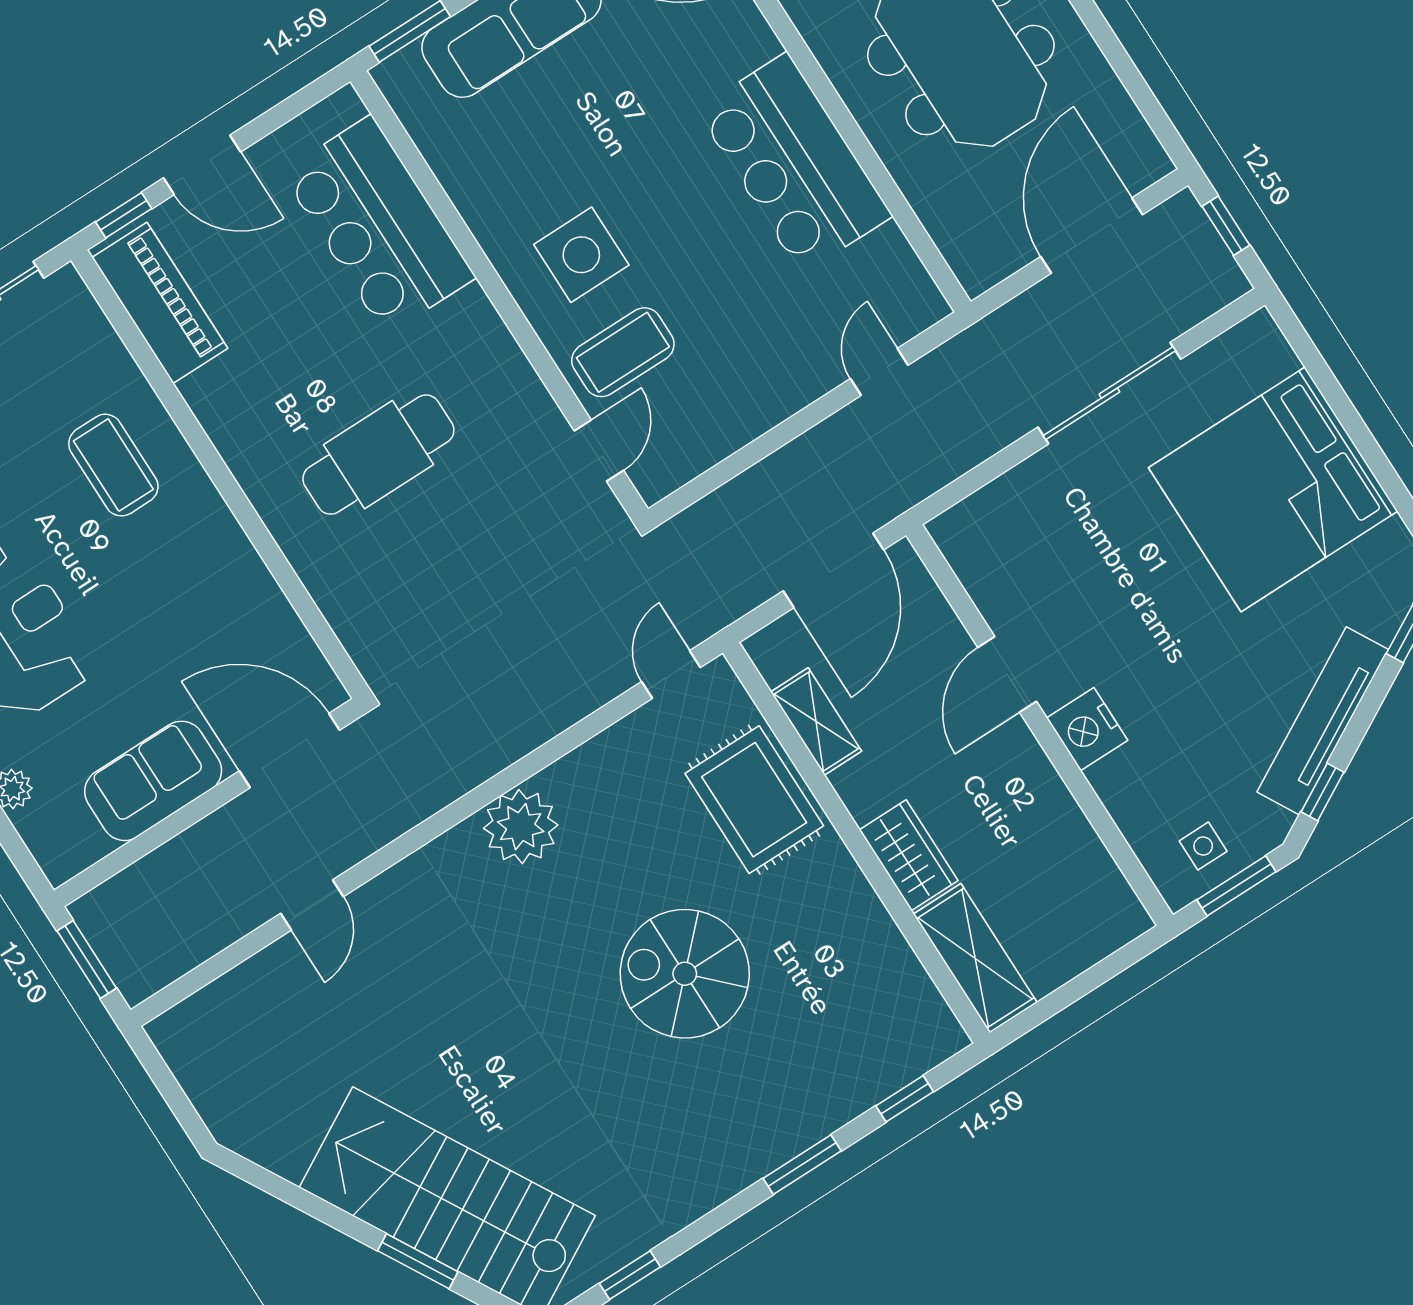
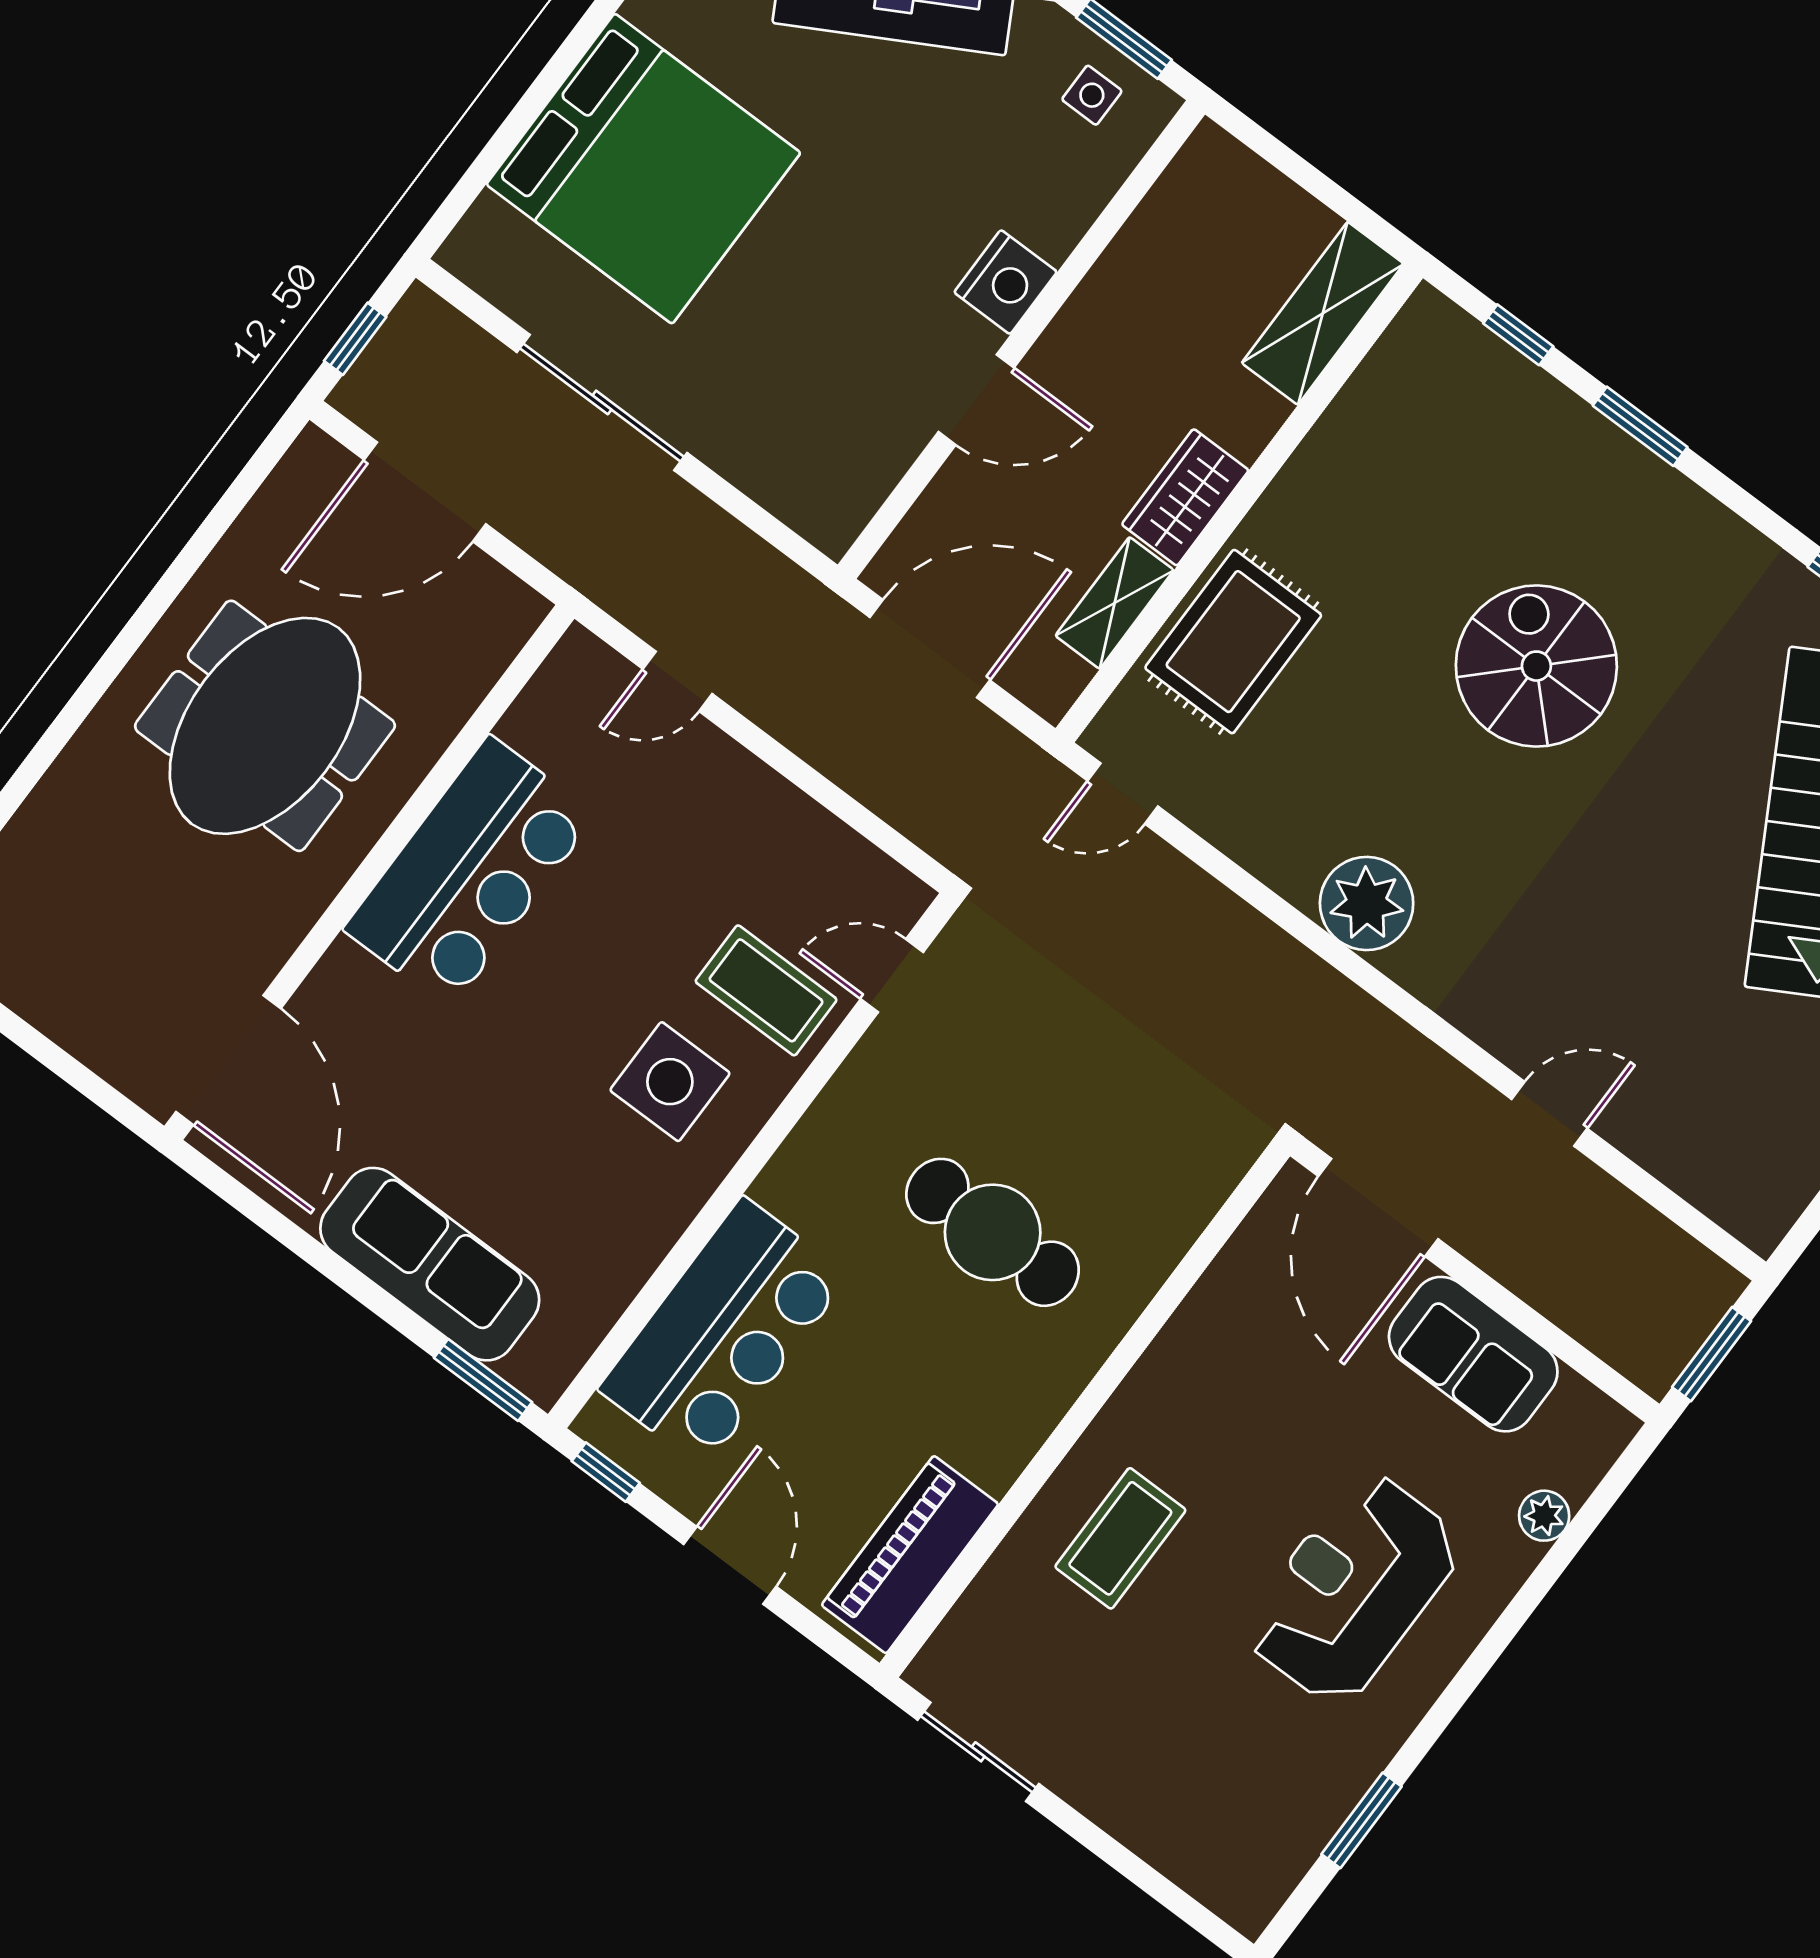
window: (124, 215) -> (606, 1472), moved
wardrobe: (909, 855) -> (1185, 497), moved
spiral stairs: (685, 974) -> (1536, 666), moved, turned 180

